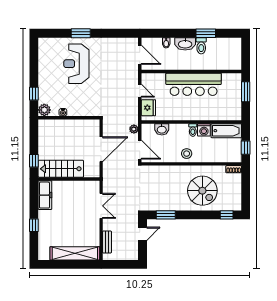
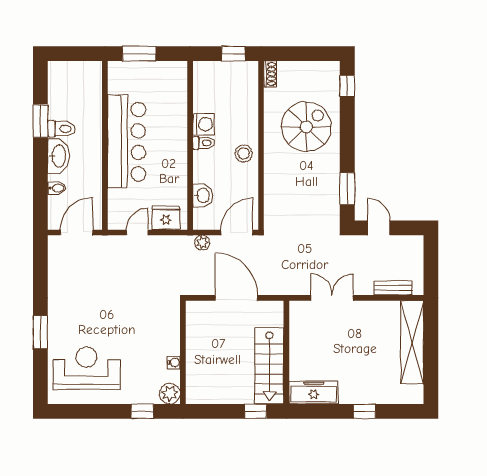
reception desk: (76, 64) -> (87, 368), moved, turned 180
bathtub: (226, 131) -> (205, 86), removed

